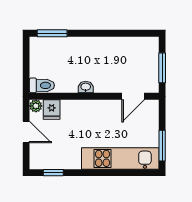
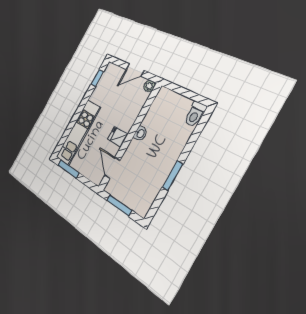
window: (52, 33) -> (173, 176), moved
toilet: (42, 85) -> (195, 114), moved
fridge: (52, 110) -> (118, 137), moved

